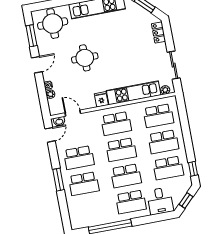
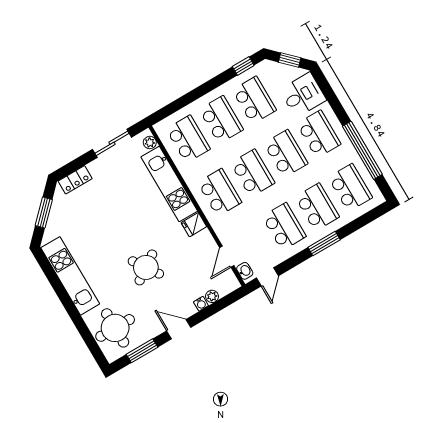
round table: (85, 58) -> (146, 267), turned -34
door: (50, 135) -> (267, 277), swing flipped
school desk: (89, 210) -> (350, 188), added

